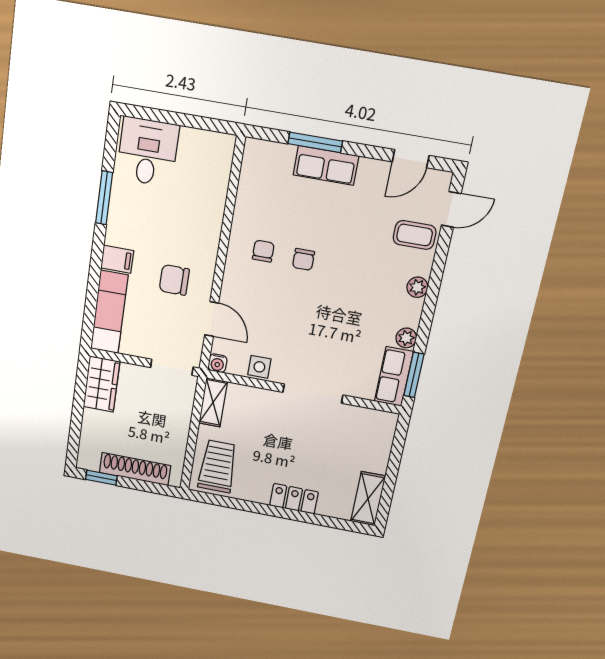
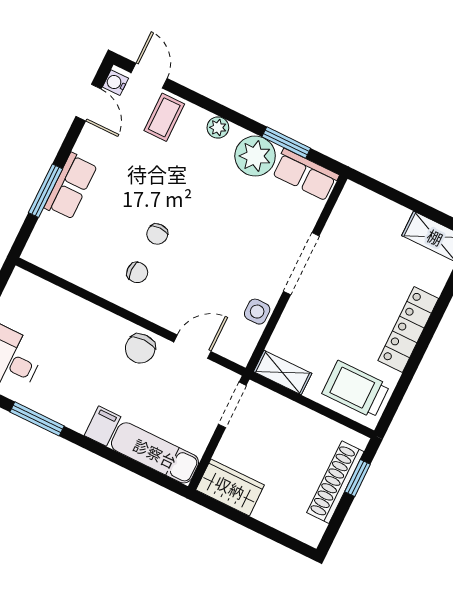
chair: (263, 251) -> (137, 272), turned 180
chair: (304, 259) -> (157, 234), turned 90
chair: (174, 280) -> (140, 349), moved
plant: (406, 338) -> (255, 156), width x1.88, depth x1.88
water cooler: (217, 363) -> (115, 83), moved, turned 180
window: (414, 375) -> (286, 142), moved
window: (101, 478) -> (357, 478), moved
locker: (294, 499) -> (408, 330), width x1.53

